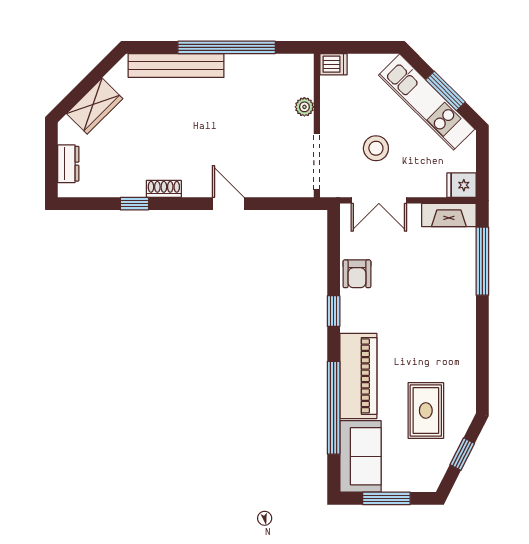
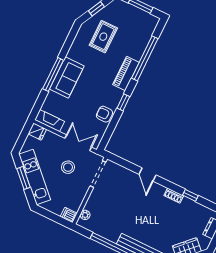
plant: (304, 107) -> (85, 215), moved
window: (482, 261) -> (53, 75), moved
armchair: (357, 274) -> (104, 114), turned -90
piano: (358, 376) -> (126, 74), width x0.73, depth x0.75
sofa: (360, 456) -> (67, 78), moved, turned 180

